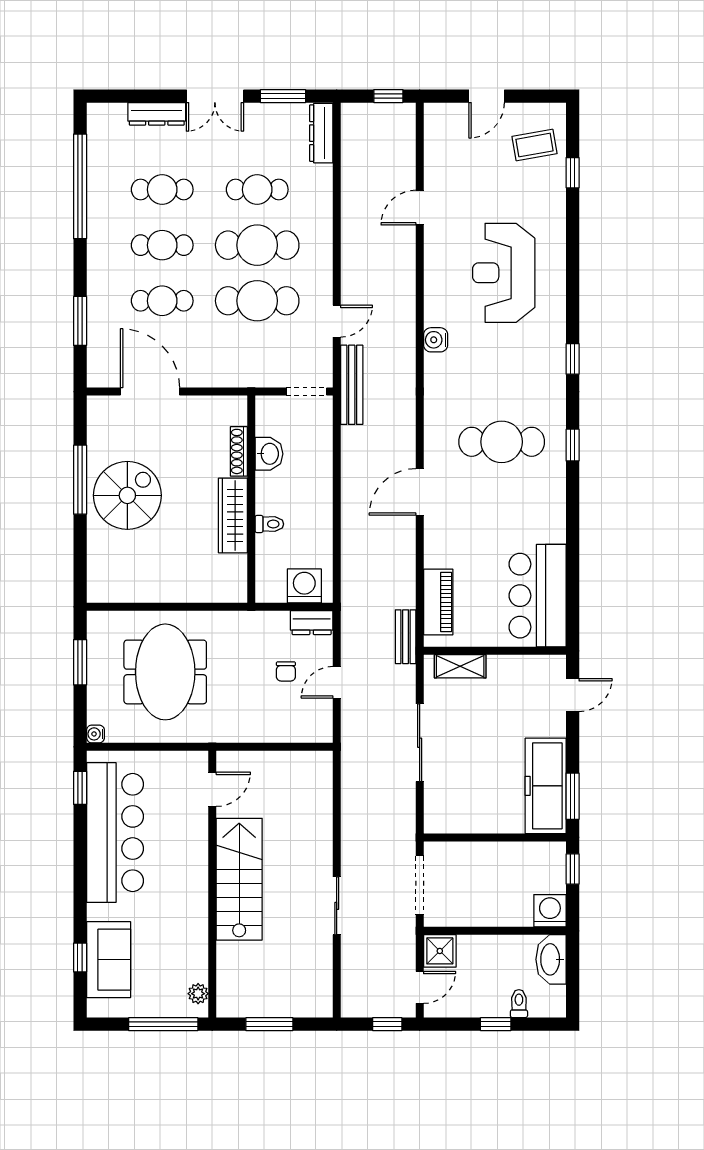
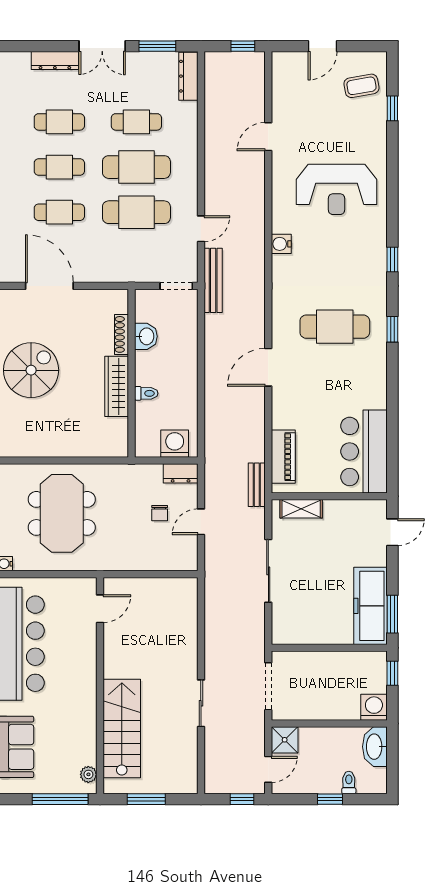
reception desk: (504, 273) -> (336, 189), turned -90
stairs: (239, 879) -> (122, 728), moved

